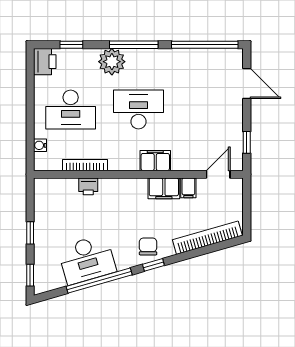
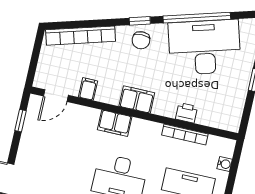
filing cabinet: (164, 188) -> (137, 99), moved
desk: (87, 259) -> (204, 47), width x1.36, depth x1.30

